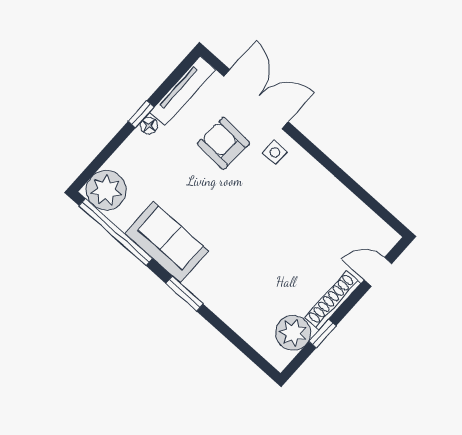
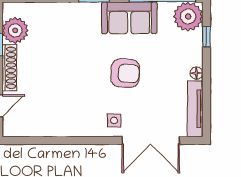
window: (141, 114) -> (206, 37), moved
armchair: (223, 143) -> (125, 73), moved

